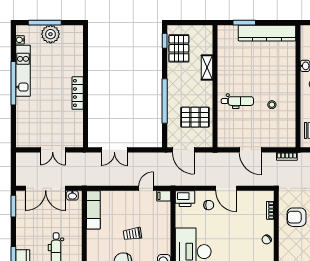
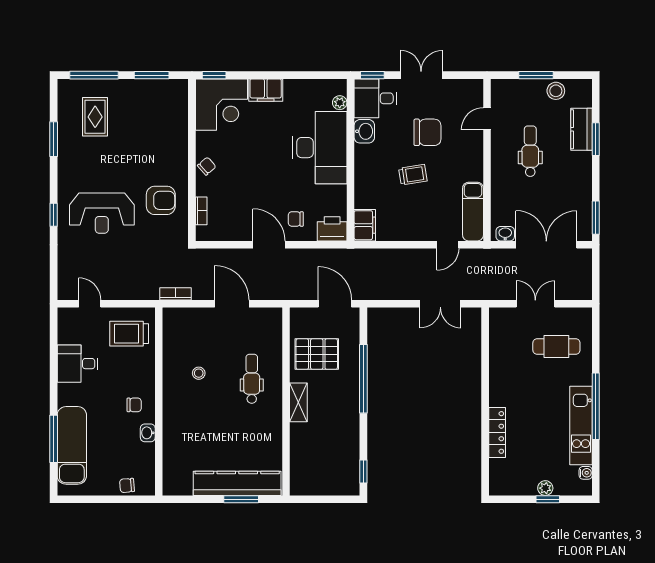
window: (45, 23) -> (548, 499), width x0.46
kitchen counter: (267, 33) -> (237, 483), moved
plant: (51, 34) -> (545, 488), width x0.53, depth x0.53
pallet: (179, 48) -> (342, 460), removed
shelving: (207, 68) -> (298, 402), moved
locker: (78, 93) -> (497, 432), moved
dental chair: (237, 101) -> (252, 379), turned 90
cafe table: (39, 122) -> (556, 346), added
double door: (114, 150) -> (440, 304), swing flipped
door: (146, 188) -> (448, 245), moved
filing cabinet: (164, 196) -> (365, 225), width x2.00

